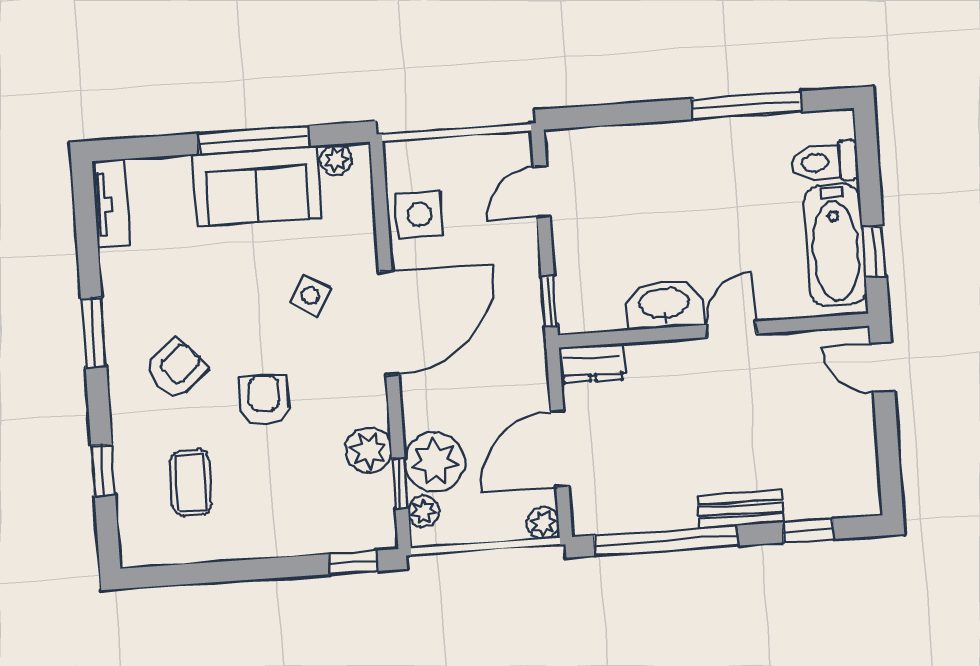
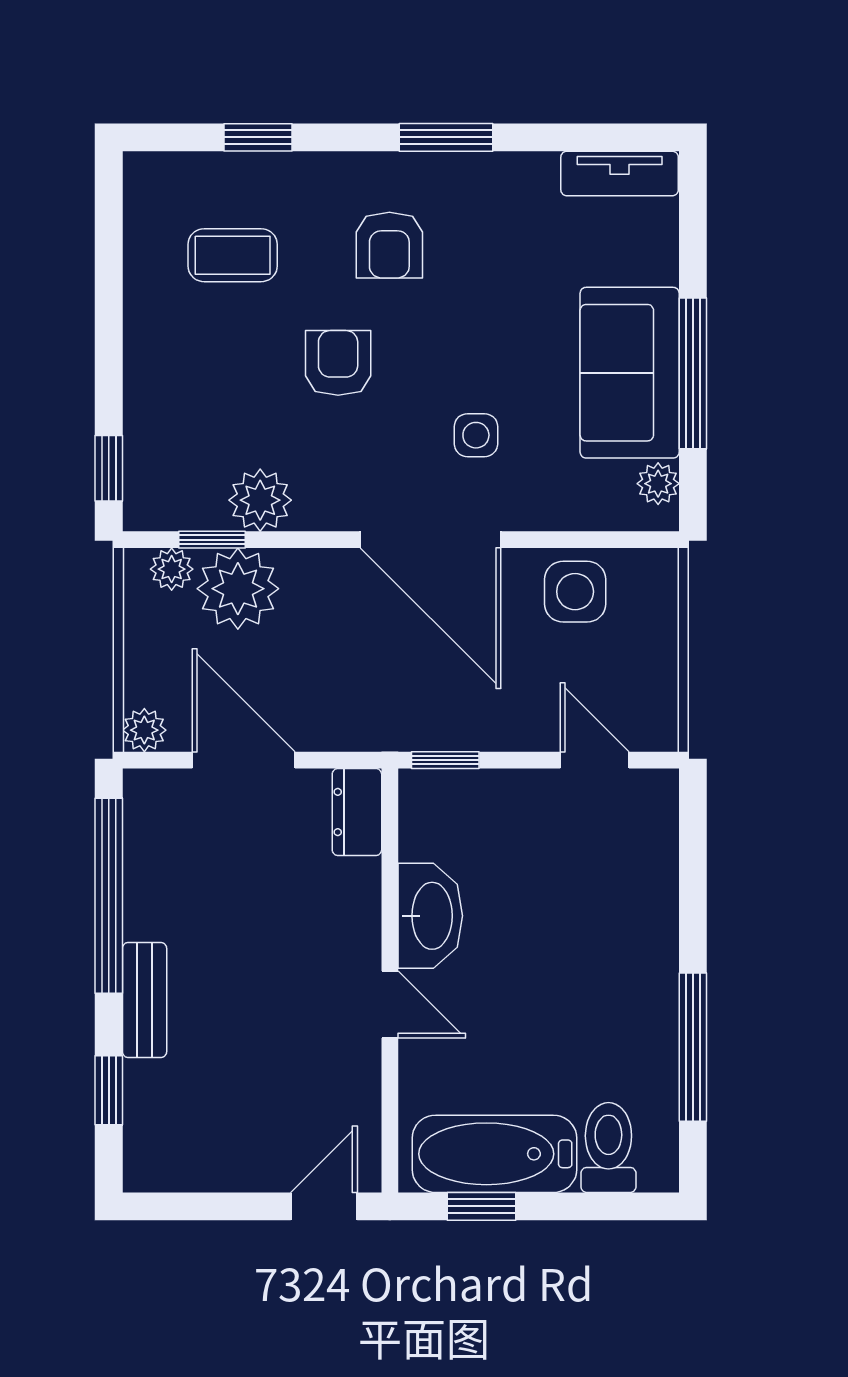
side table: (310, 295) -> (476, 435), turned -31
armchair: (175, 368) -> (389, 245), turned 41
armchair: (264, 400) -> (338, 363), turned -90

